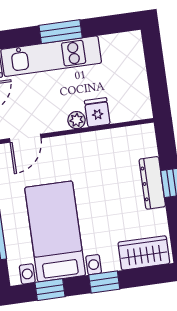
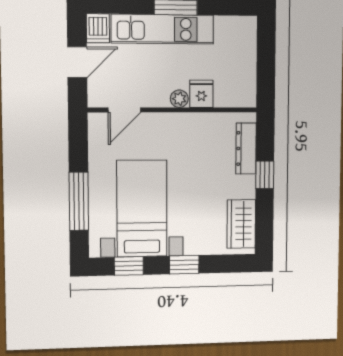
dresser: (152, 183) -> (246, 148), moved
wardrobe: (144, 253) -> (241, 224), moved, turned -90

